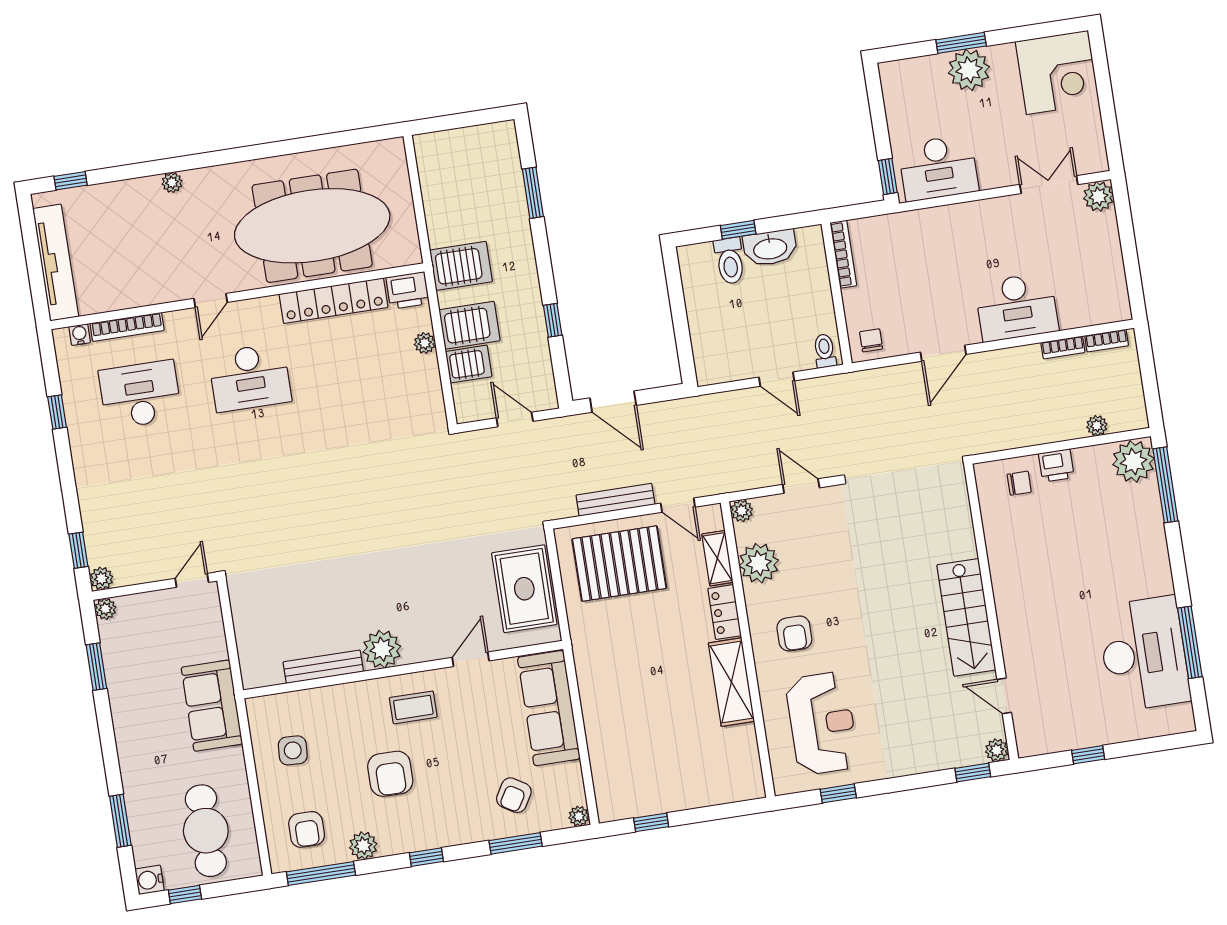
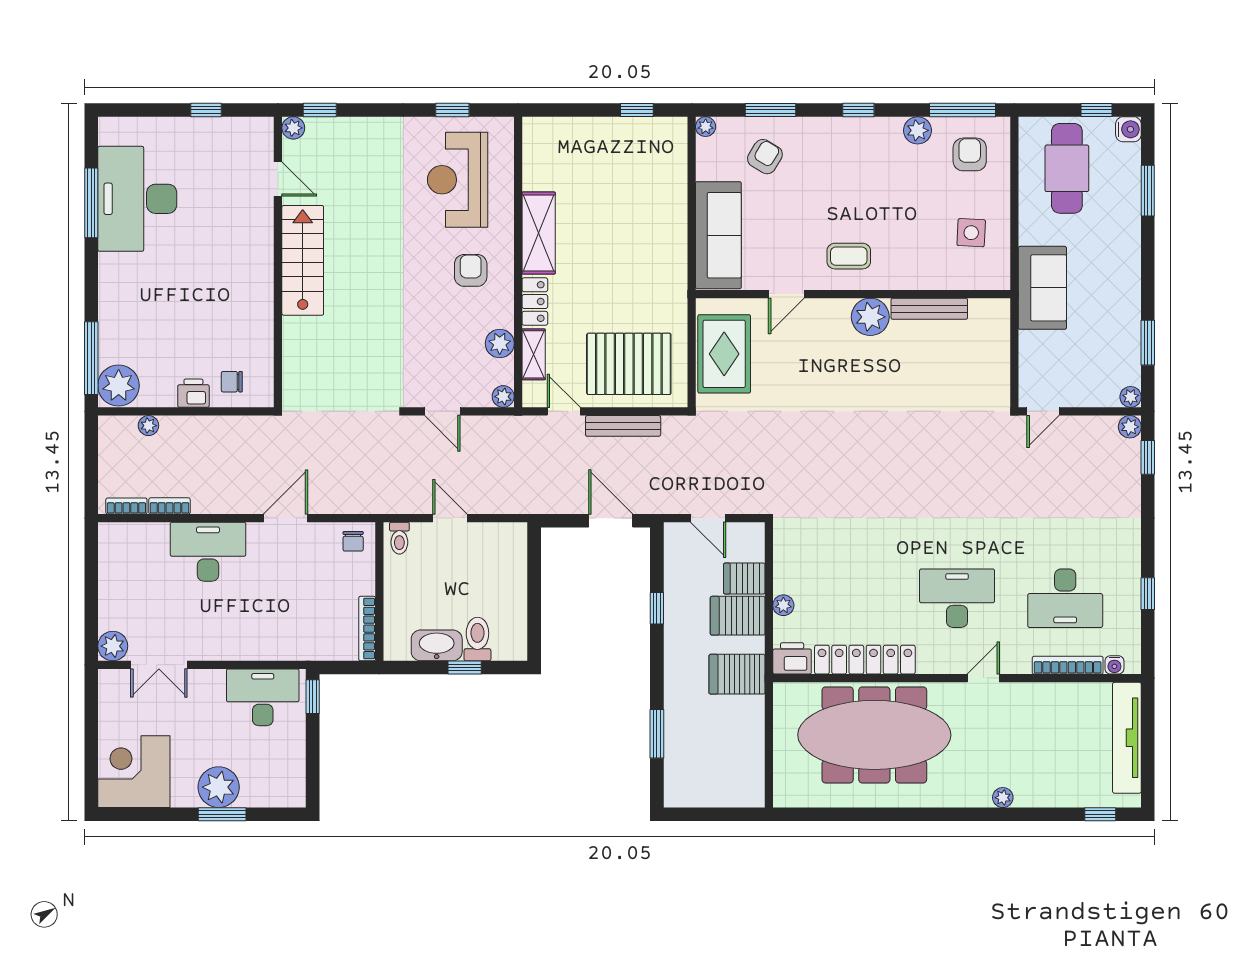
plant: (759, 563) -> (500, 343), width x0.73, depth x0.73
armchair: (390, 774) -> (881, 196), removed

